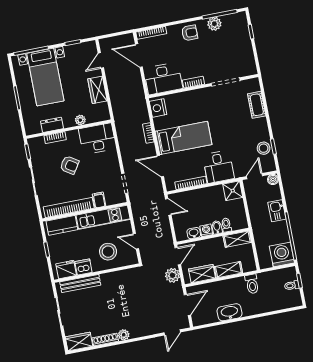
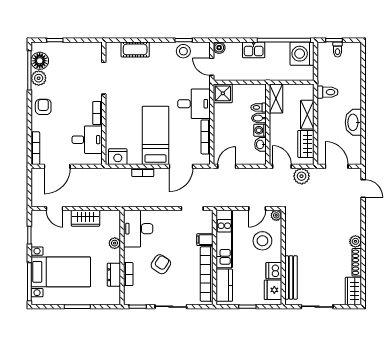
floor lamp: (230, 22) -> (40, 61), added
desk: (163, 78) -> (87, 140), width x0.73
plant: (133, 260) -> (276, 215), added

